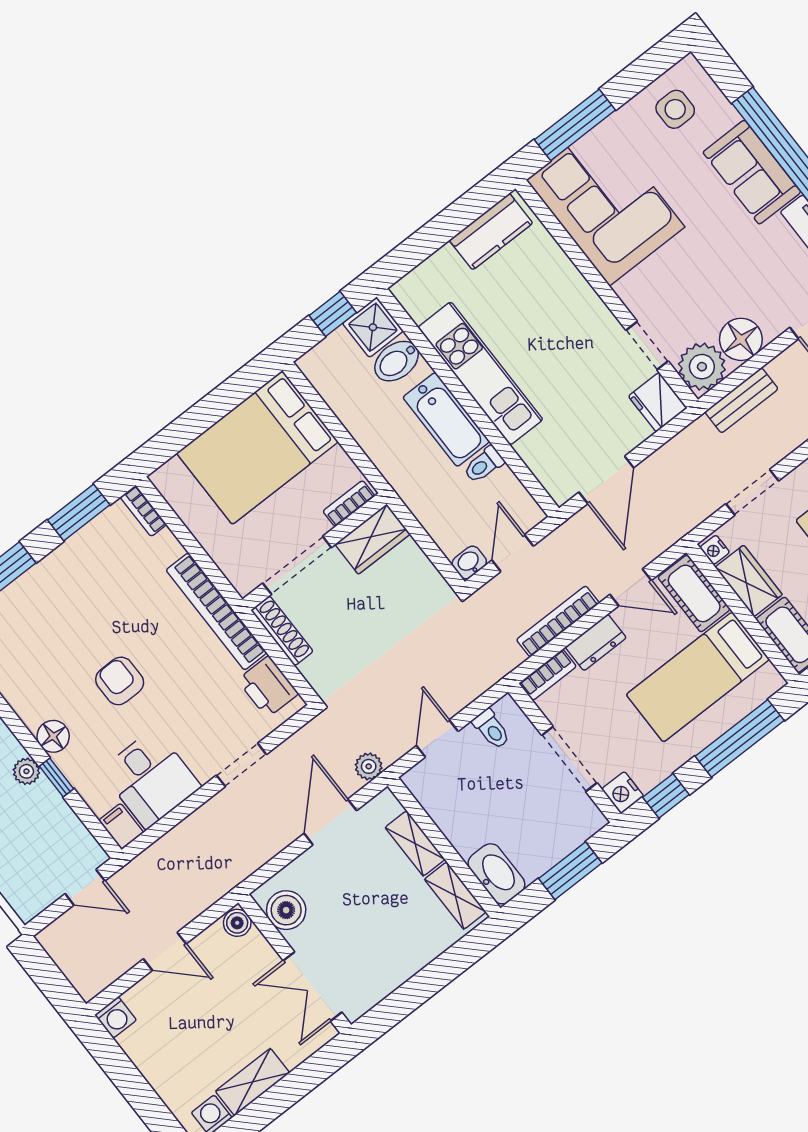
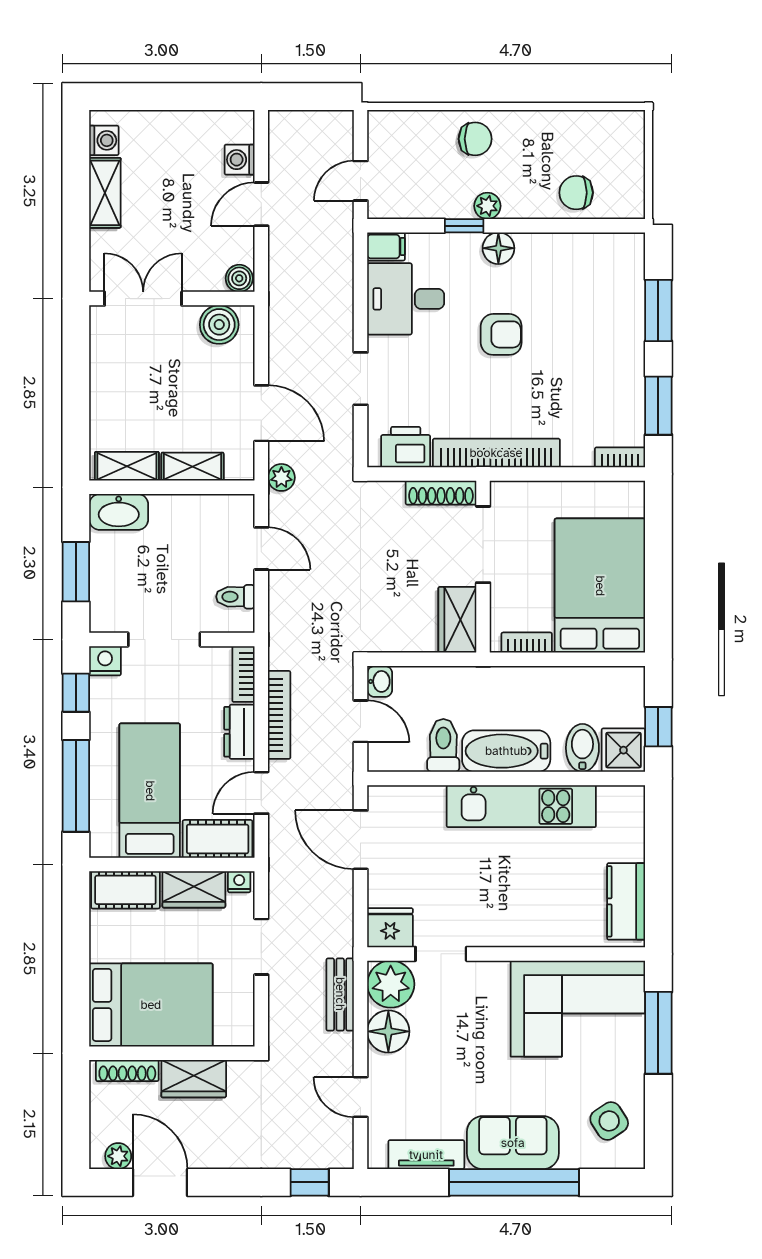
side table: (675, 109) -> (609, 1121), turned -33
toilet: (484, 465) -> (443, 745), width x1.37, depth x1.39
bookcase: (349, 504) -> (527, 643), moved, turned -90
washing machine: (116, 1017) -> (240, 160), moved

